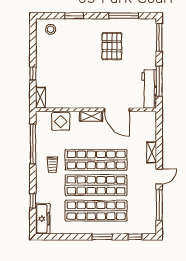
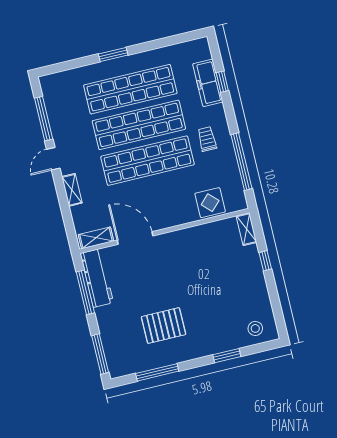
pallet: (112, 46) -> (164, 326), turned 90
shelving: (91, 116) -> (96, 238), moved
freezer: (43, 219) -> (208, 83), moved
window: (135, 237) -> (67, 66), removed

